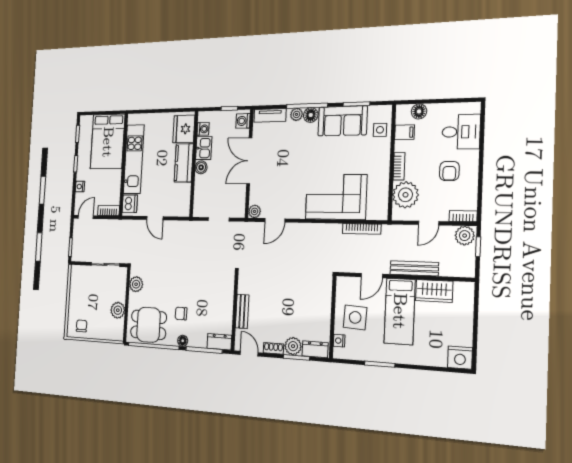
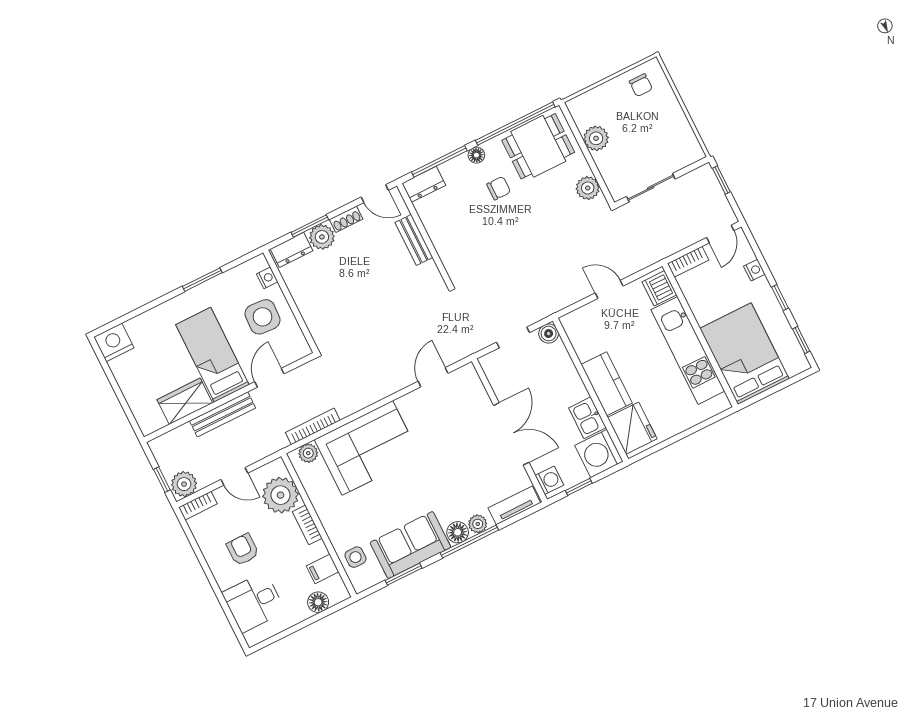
washing machine: (203, 129) -> (599, 454), width x1.89, depth x1.89
boiler: (201, 167) -> (549, 334), moved
plant: (255, 211) -> (308, 453), moved
door: (429, 223) -> (234, 476), swing flipped

